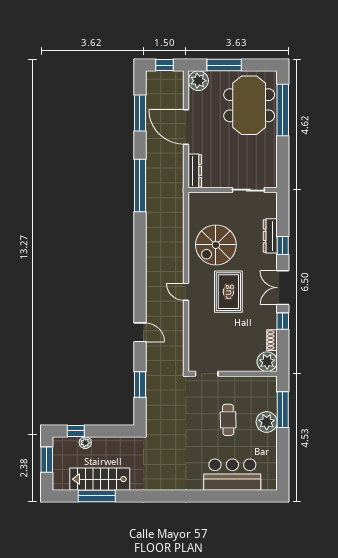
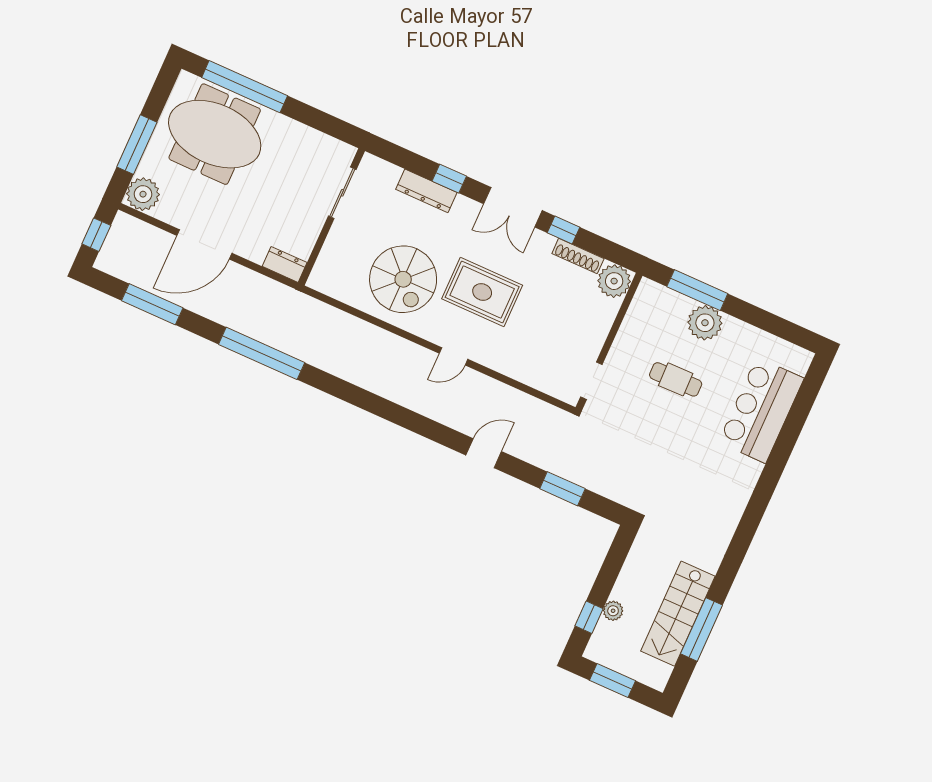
dresser: (195, 171) -> (285, 264), width x0.70
shoe rack: (272, 340) -> (578, 256), width x1.43

